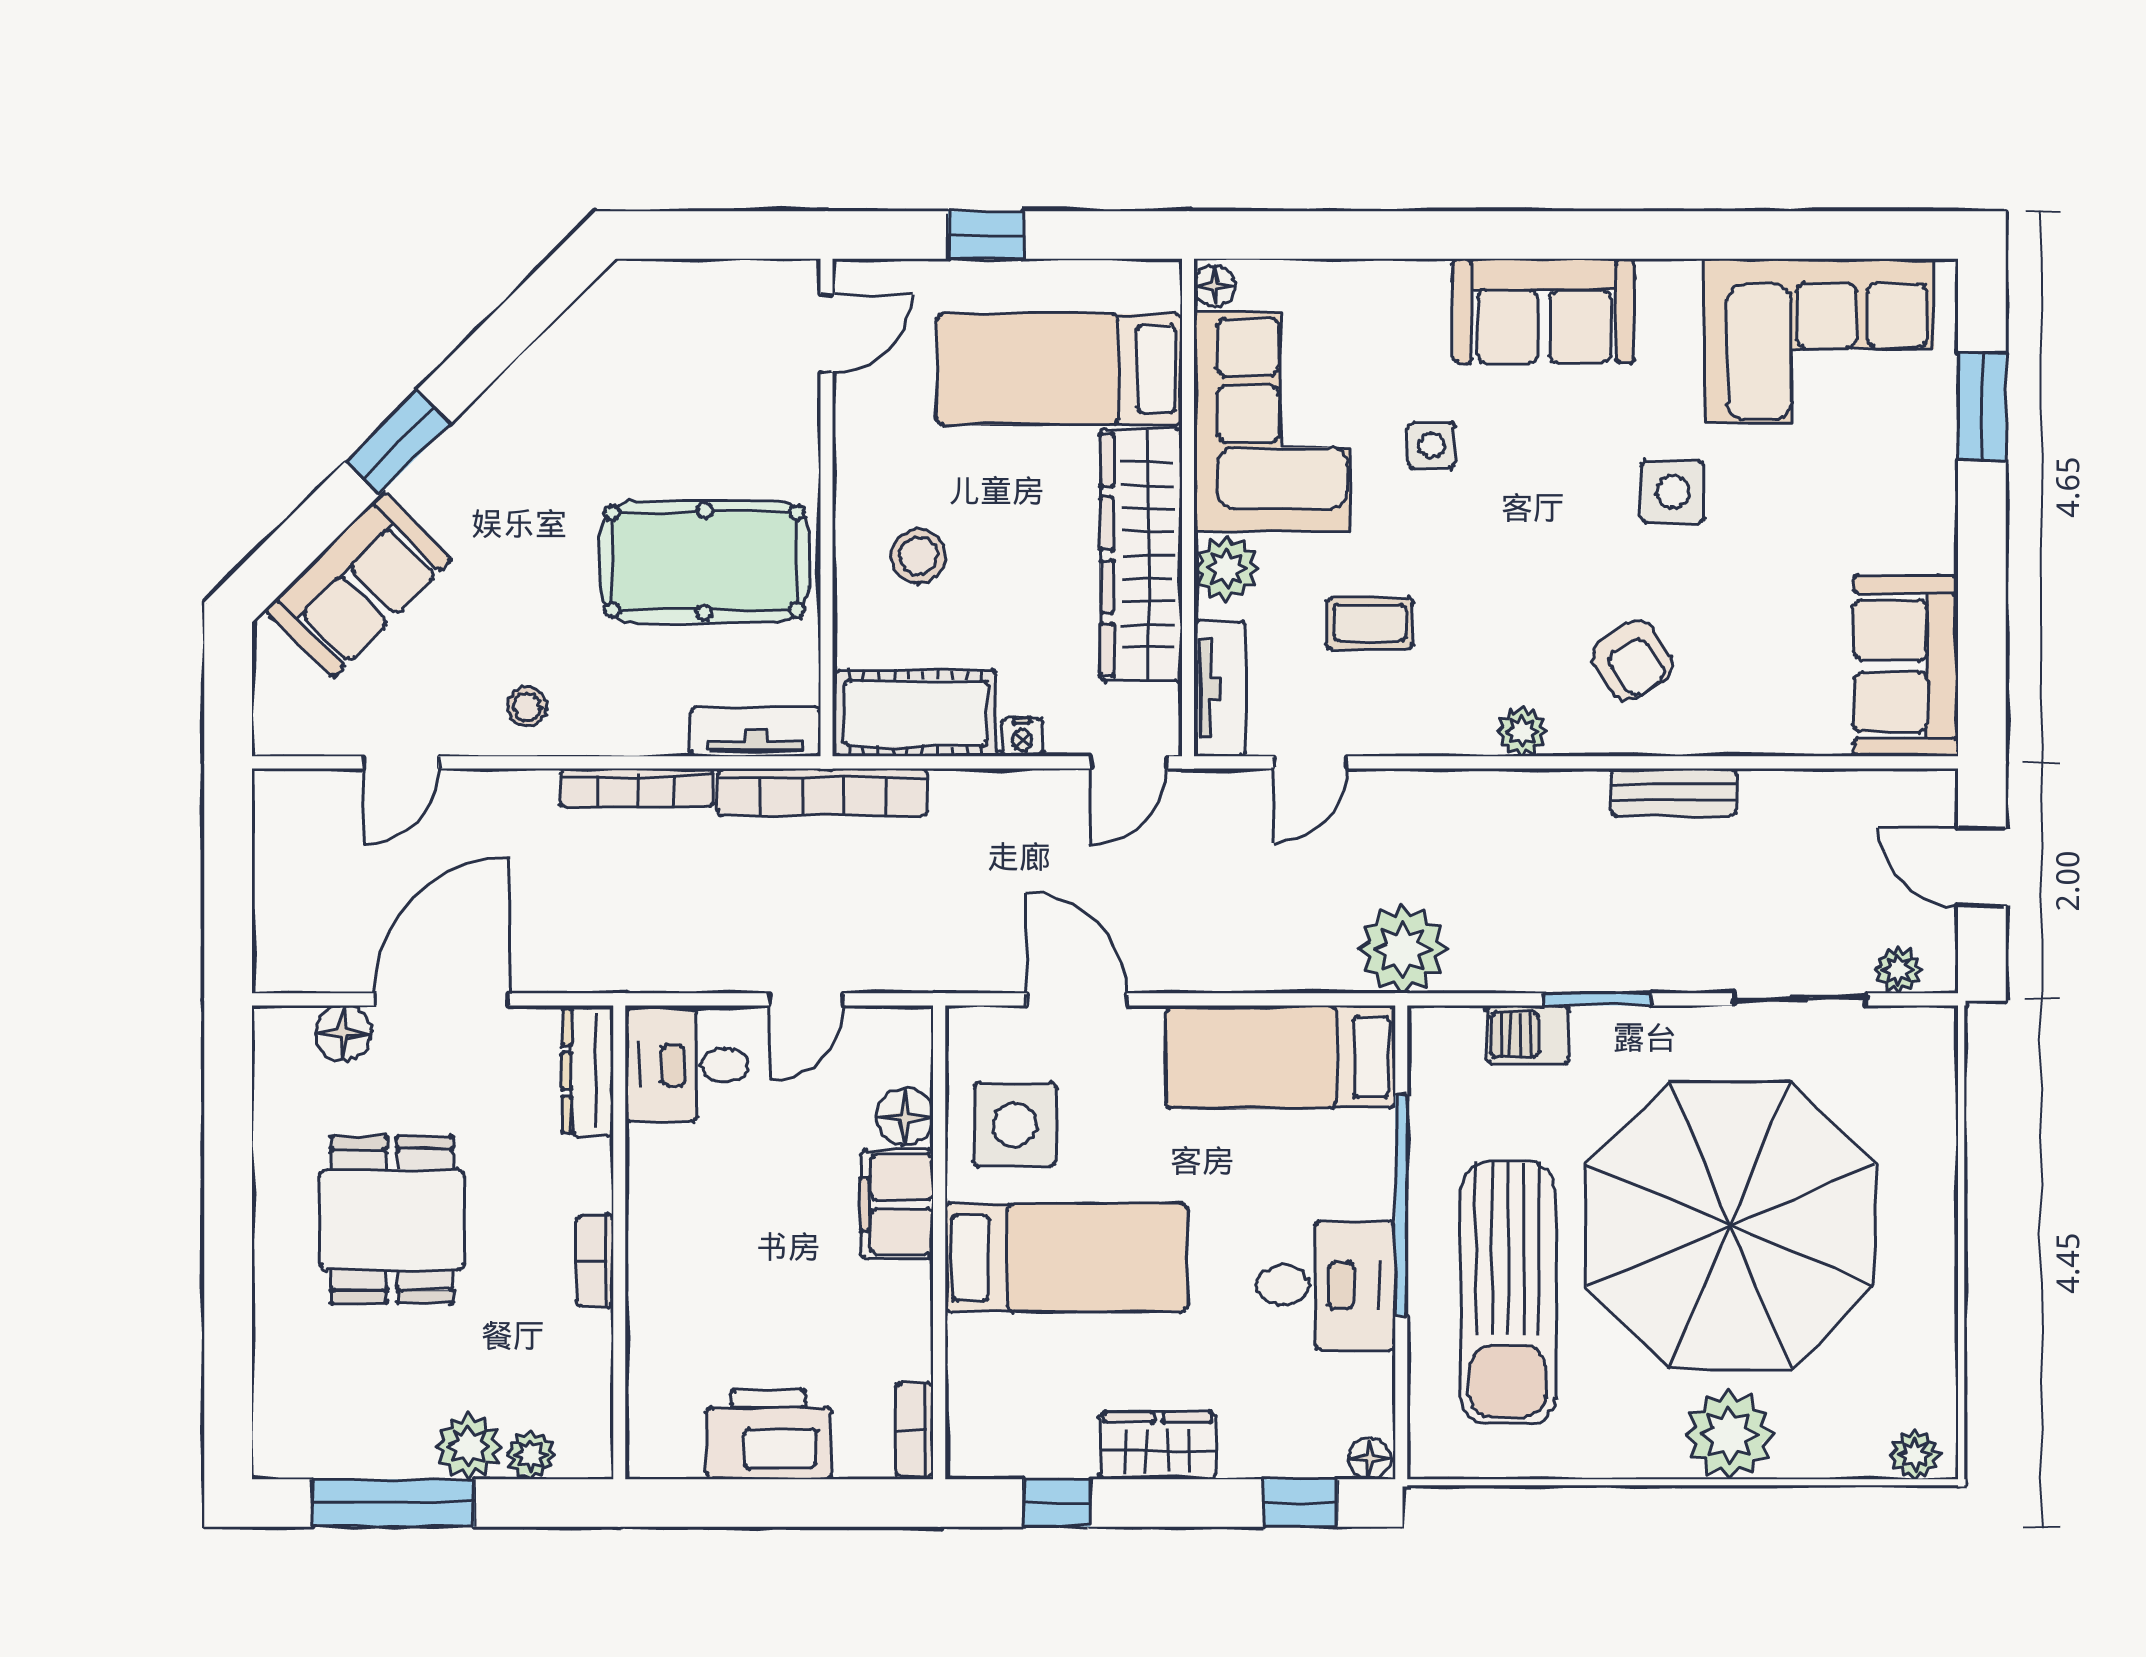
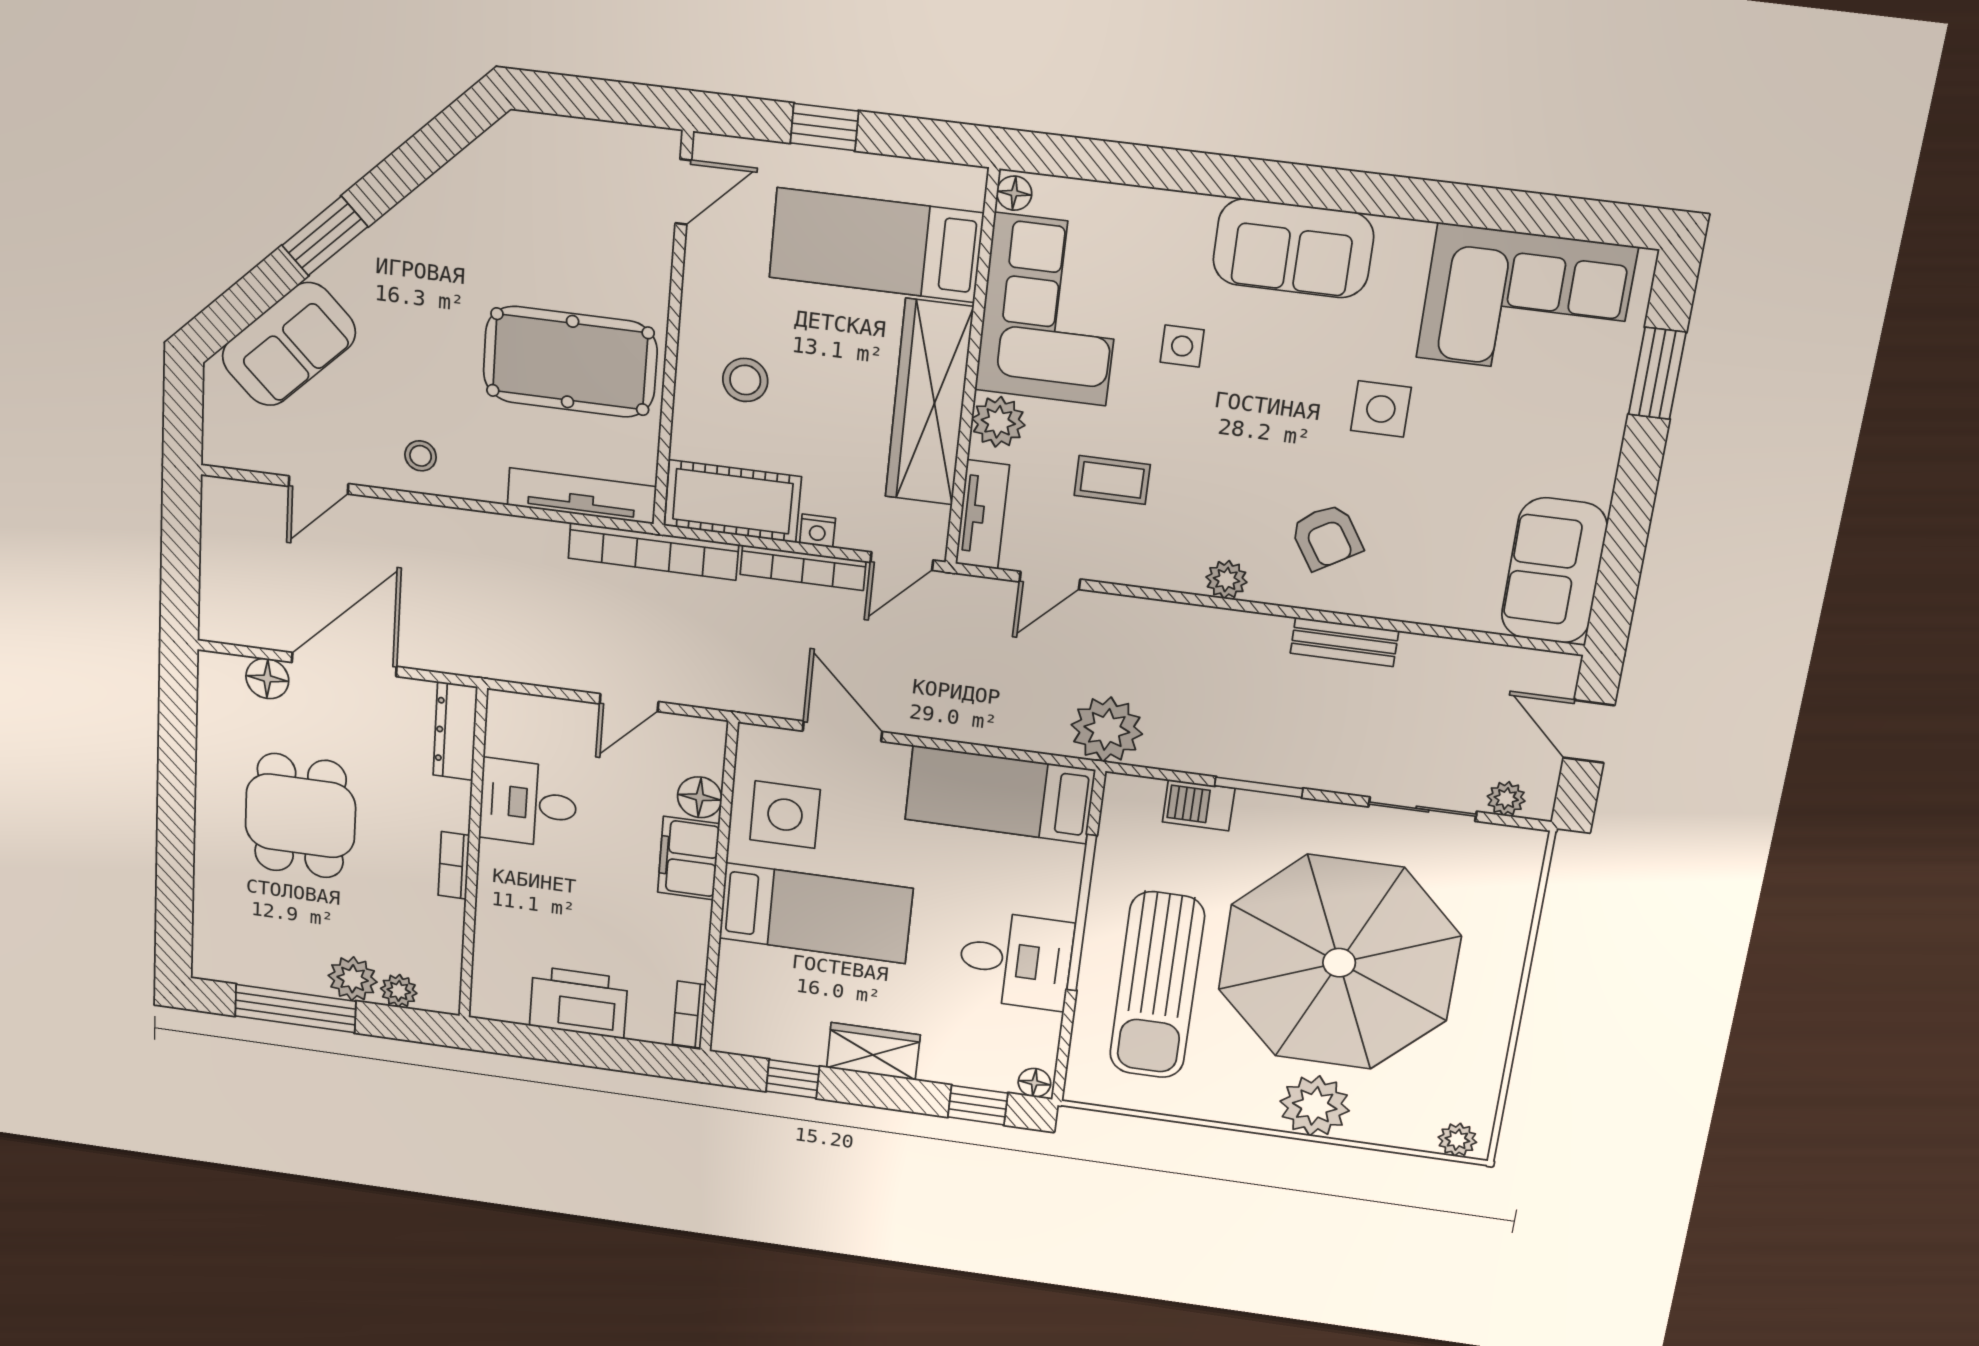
tv unit: (756, 732) -> (582, 496), width x1.41
bookcase: (637, 788) -> (803, 568), moved
desk: (687, 1065) -> (528, 803), moved

